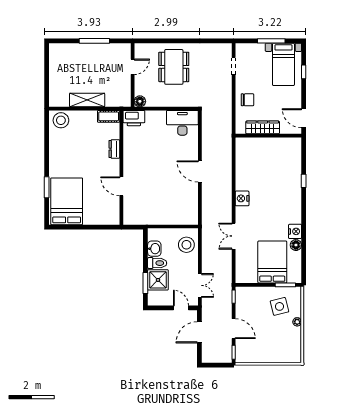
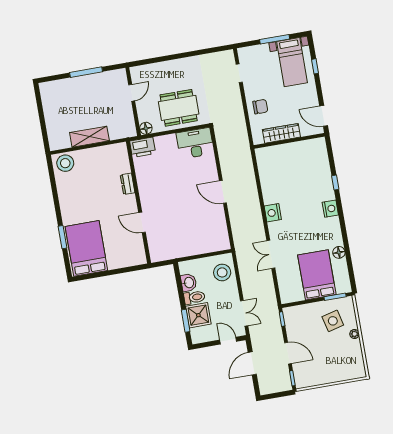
dining table: (174, 67) -> (179, 108), moved, turned 90
cot: (109, 116) -> (115, 150), removed
nightstand: (295, 231) -> (330, 209), moved

